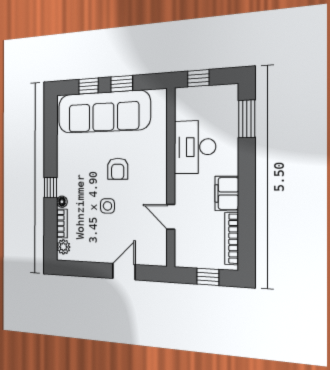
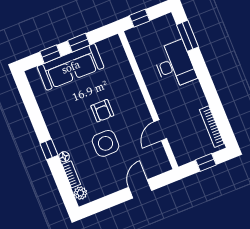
sofa: (103, 112) -> (71, 67), width x0.74, depth x0.79
desk: (195, 147) -> (174, 65), moved, turned 180
filing cabinet: (227, 193) -> (195, 95), removed
side table: (107, 206) -> (106, 143), width x1.87, depth x1.87
door: (171, 217) -> (160, 130), hinge flipped

